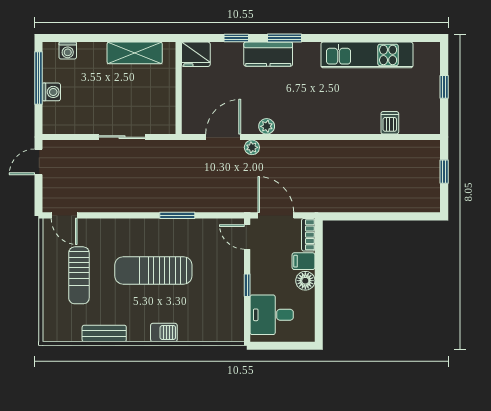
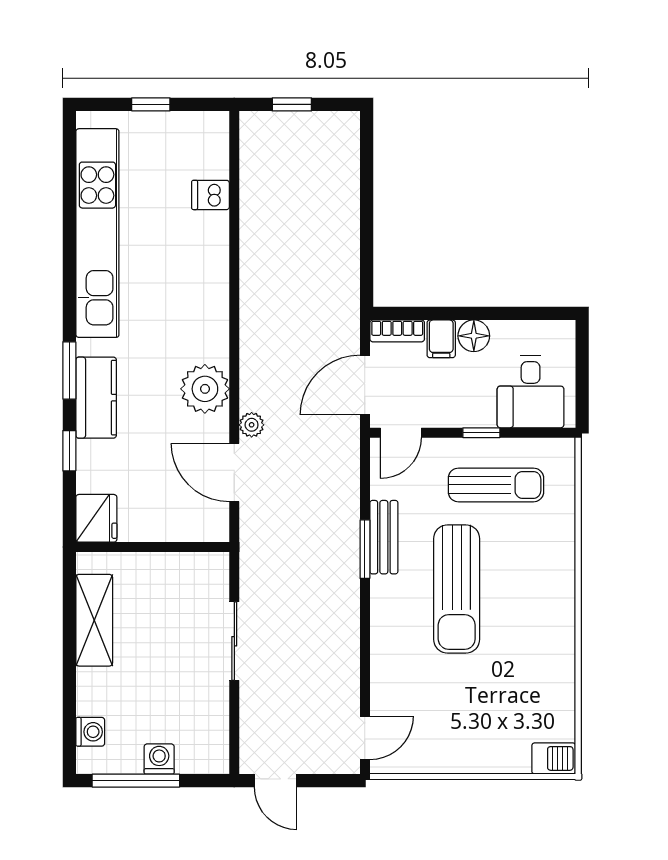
kitchen unit: (367, 55) -> (97, 233), width x1.36
plant: (267, 126) -> (205, 389), width x1.88, depth x1.88
sun lounger: (79, 275) -> (496, 485), moved
bench: (104, 333) -> (384, 537), moved
barbecue: (164, 333) -> (554, 758), moved, turned 90

